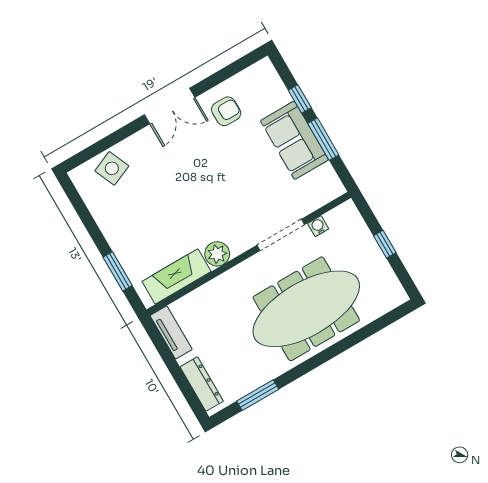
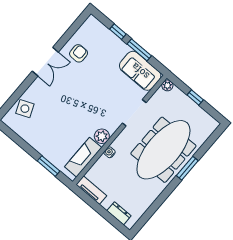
sofa: (294, 140) -> (140, 71), moved
plant: (348, 210) -> (167, 85), added
water cooler: (318, 226) -> (110, 152), moved
dresser: (202, 384) -> (119, 213), width x0.70
window: (258, 395) -> (187, 168), moved

